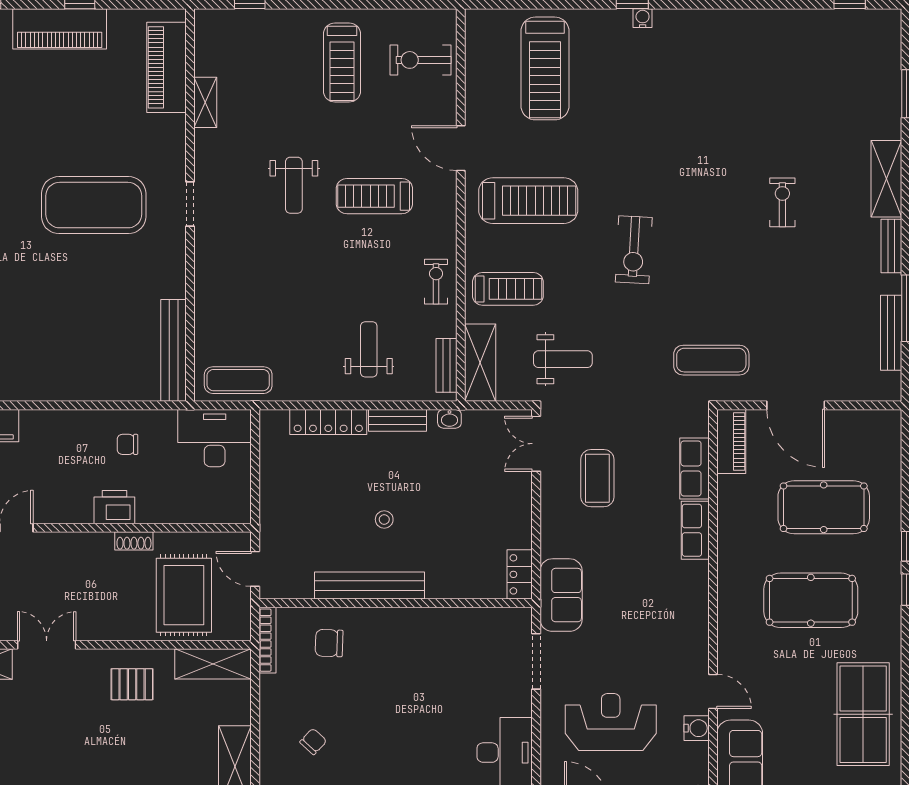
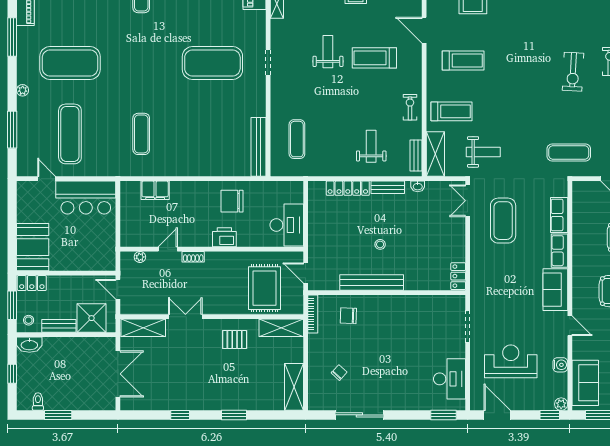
weight bench: (294, 185) -> (328, 52), turned 180
treadmill: (528, 201) -> (463, 60), width x0.73, depth x0.73
exercise bike: (634, 250) -> (573, 72), moved
exercise mat: (238, 380) -> (297, 139), moved, turned 90
desk: (215, 438) -> (287, 225), moved, turned 90
piano: (731, 441) -> (580, 199), removed
chair: (128, 444) -> (232, 201), width x1.87, depth x1.87
coffee table: (597, 478) -> (503, 221), width x1.36, depth x1.32
shoe rack: (134, 541) -> (193, 257), moved
sofa: (561, 595) -> (555, 290), moved, turned 180
door: (713, 691) -> (570, 326), moved

